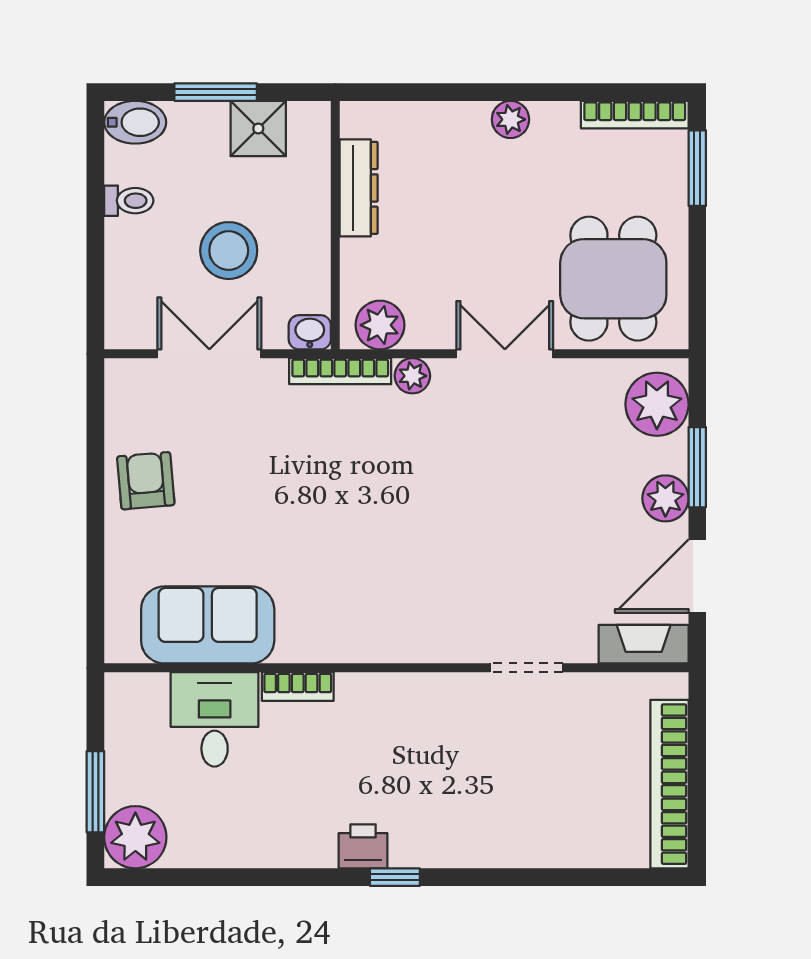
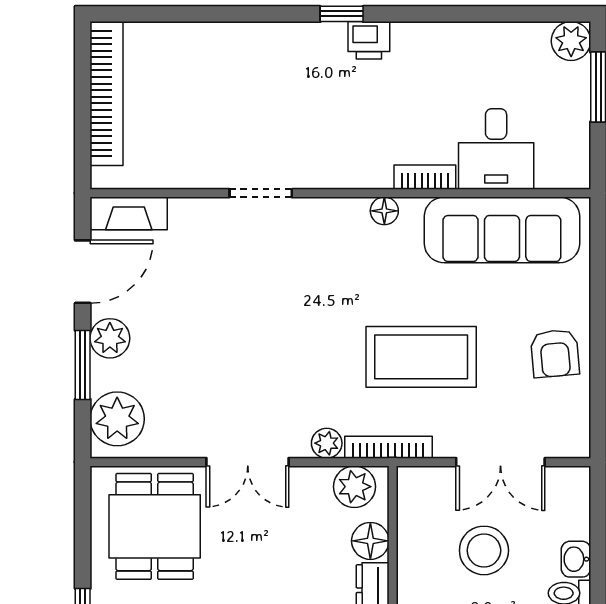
floor lamp: (361, 262) -> (370, 541), added
washbasin: (310, 332) -> (576, 559), moved, turned 90
coffee table: (302, 477) -> (421, 357), added
sofa: (208, 625) -> (502, 230), width x1.36
floor lamp: (345, 647) -> (384, 211), added
doorway: (526, 668) -> (261, 193), moved
plant: (135, 837) -> (571, 41), width x0.73, depth x0.73

